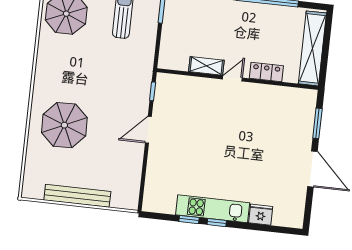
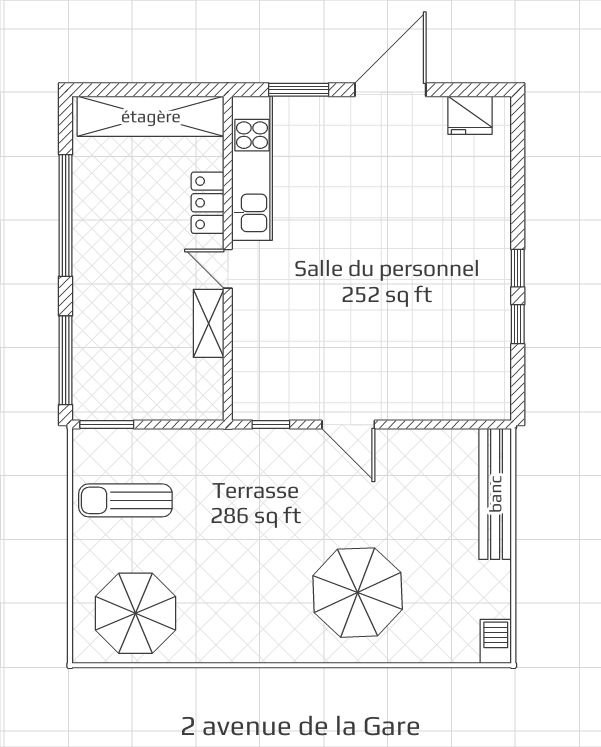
barbecue: (32, 191) -> (496, 641), added
bench: (77, 196) -> (495, 494), moved
kitchen unit: (213, 209) -> (252, 168), moved, turned 180
fridge: (261, 215) -> (470, 115), moved, turned -90

